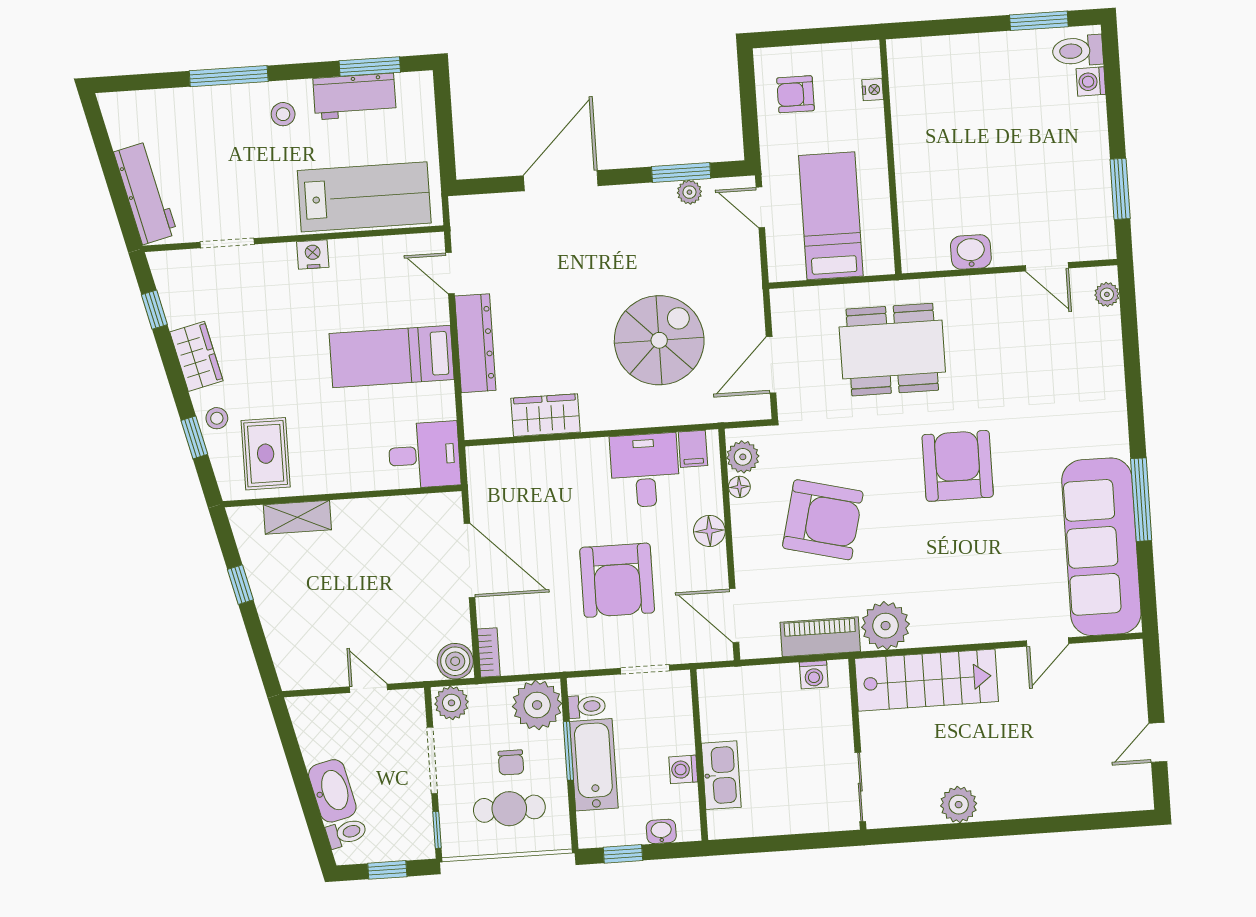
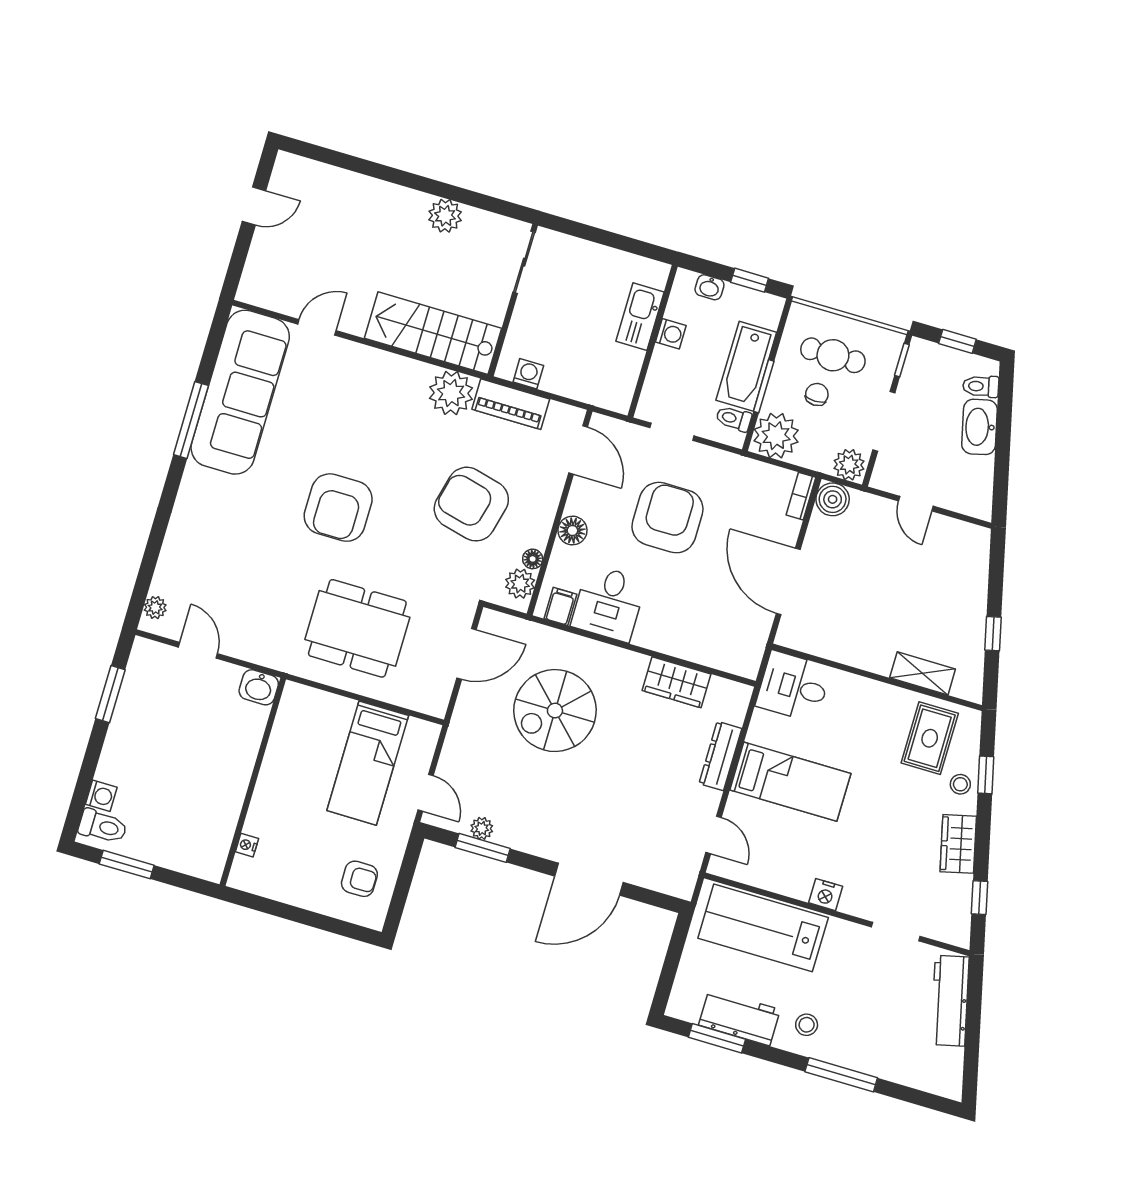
nightstand: (873, 90) -> (247, 845), moved
wall: (890, 157) -> (253, 782), moved
dresser: (475, 343) -> (720, 756), width x0.73, depth x0.80

